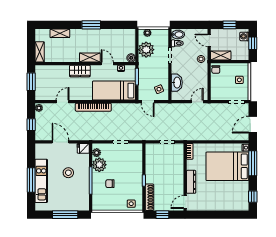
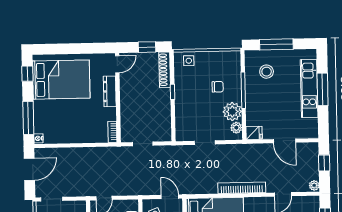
bed: (227, 166) -> (61, 80), moved
stool: (68, 173) -> (267, 72), moved

